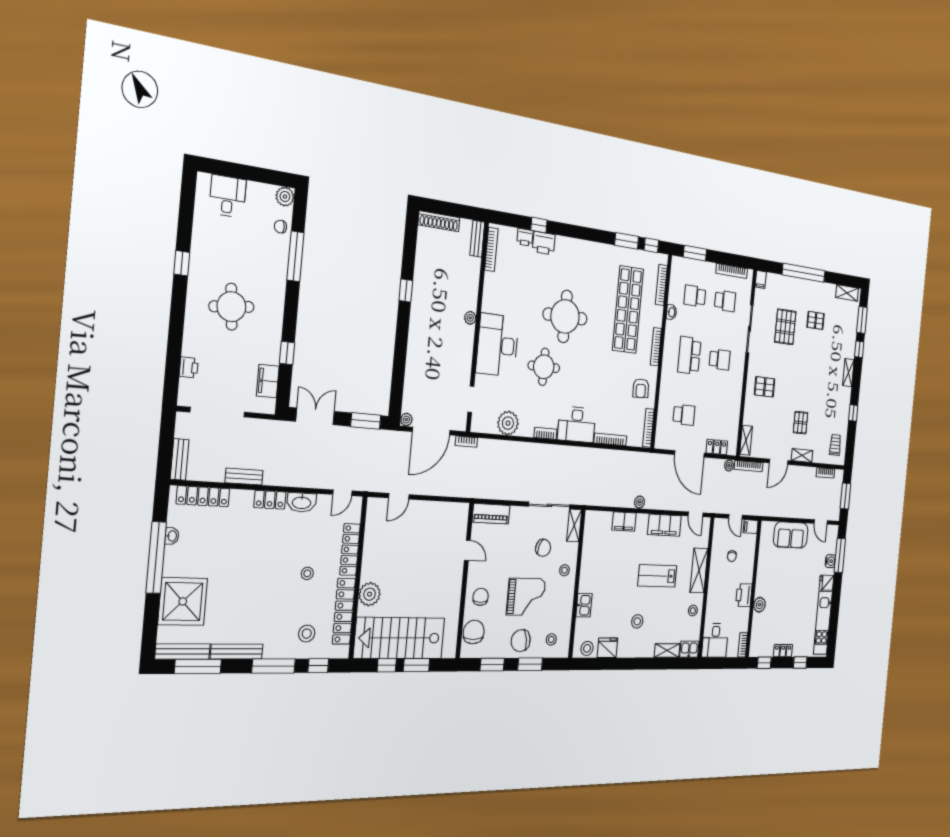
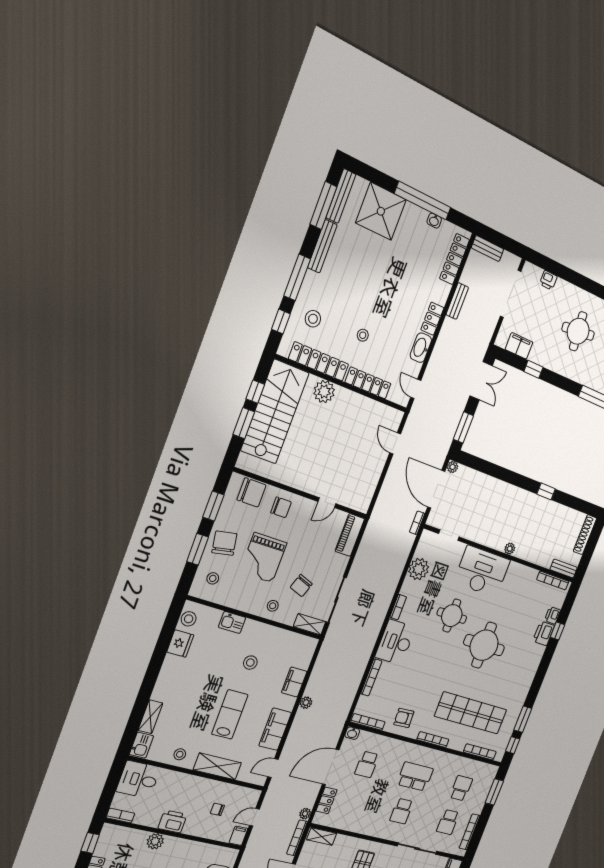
washbasin: (671, 312) -> (352, 733), moved
stool: (637, 621) -> (250, 663), moved

